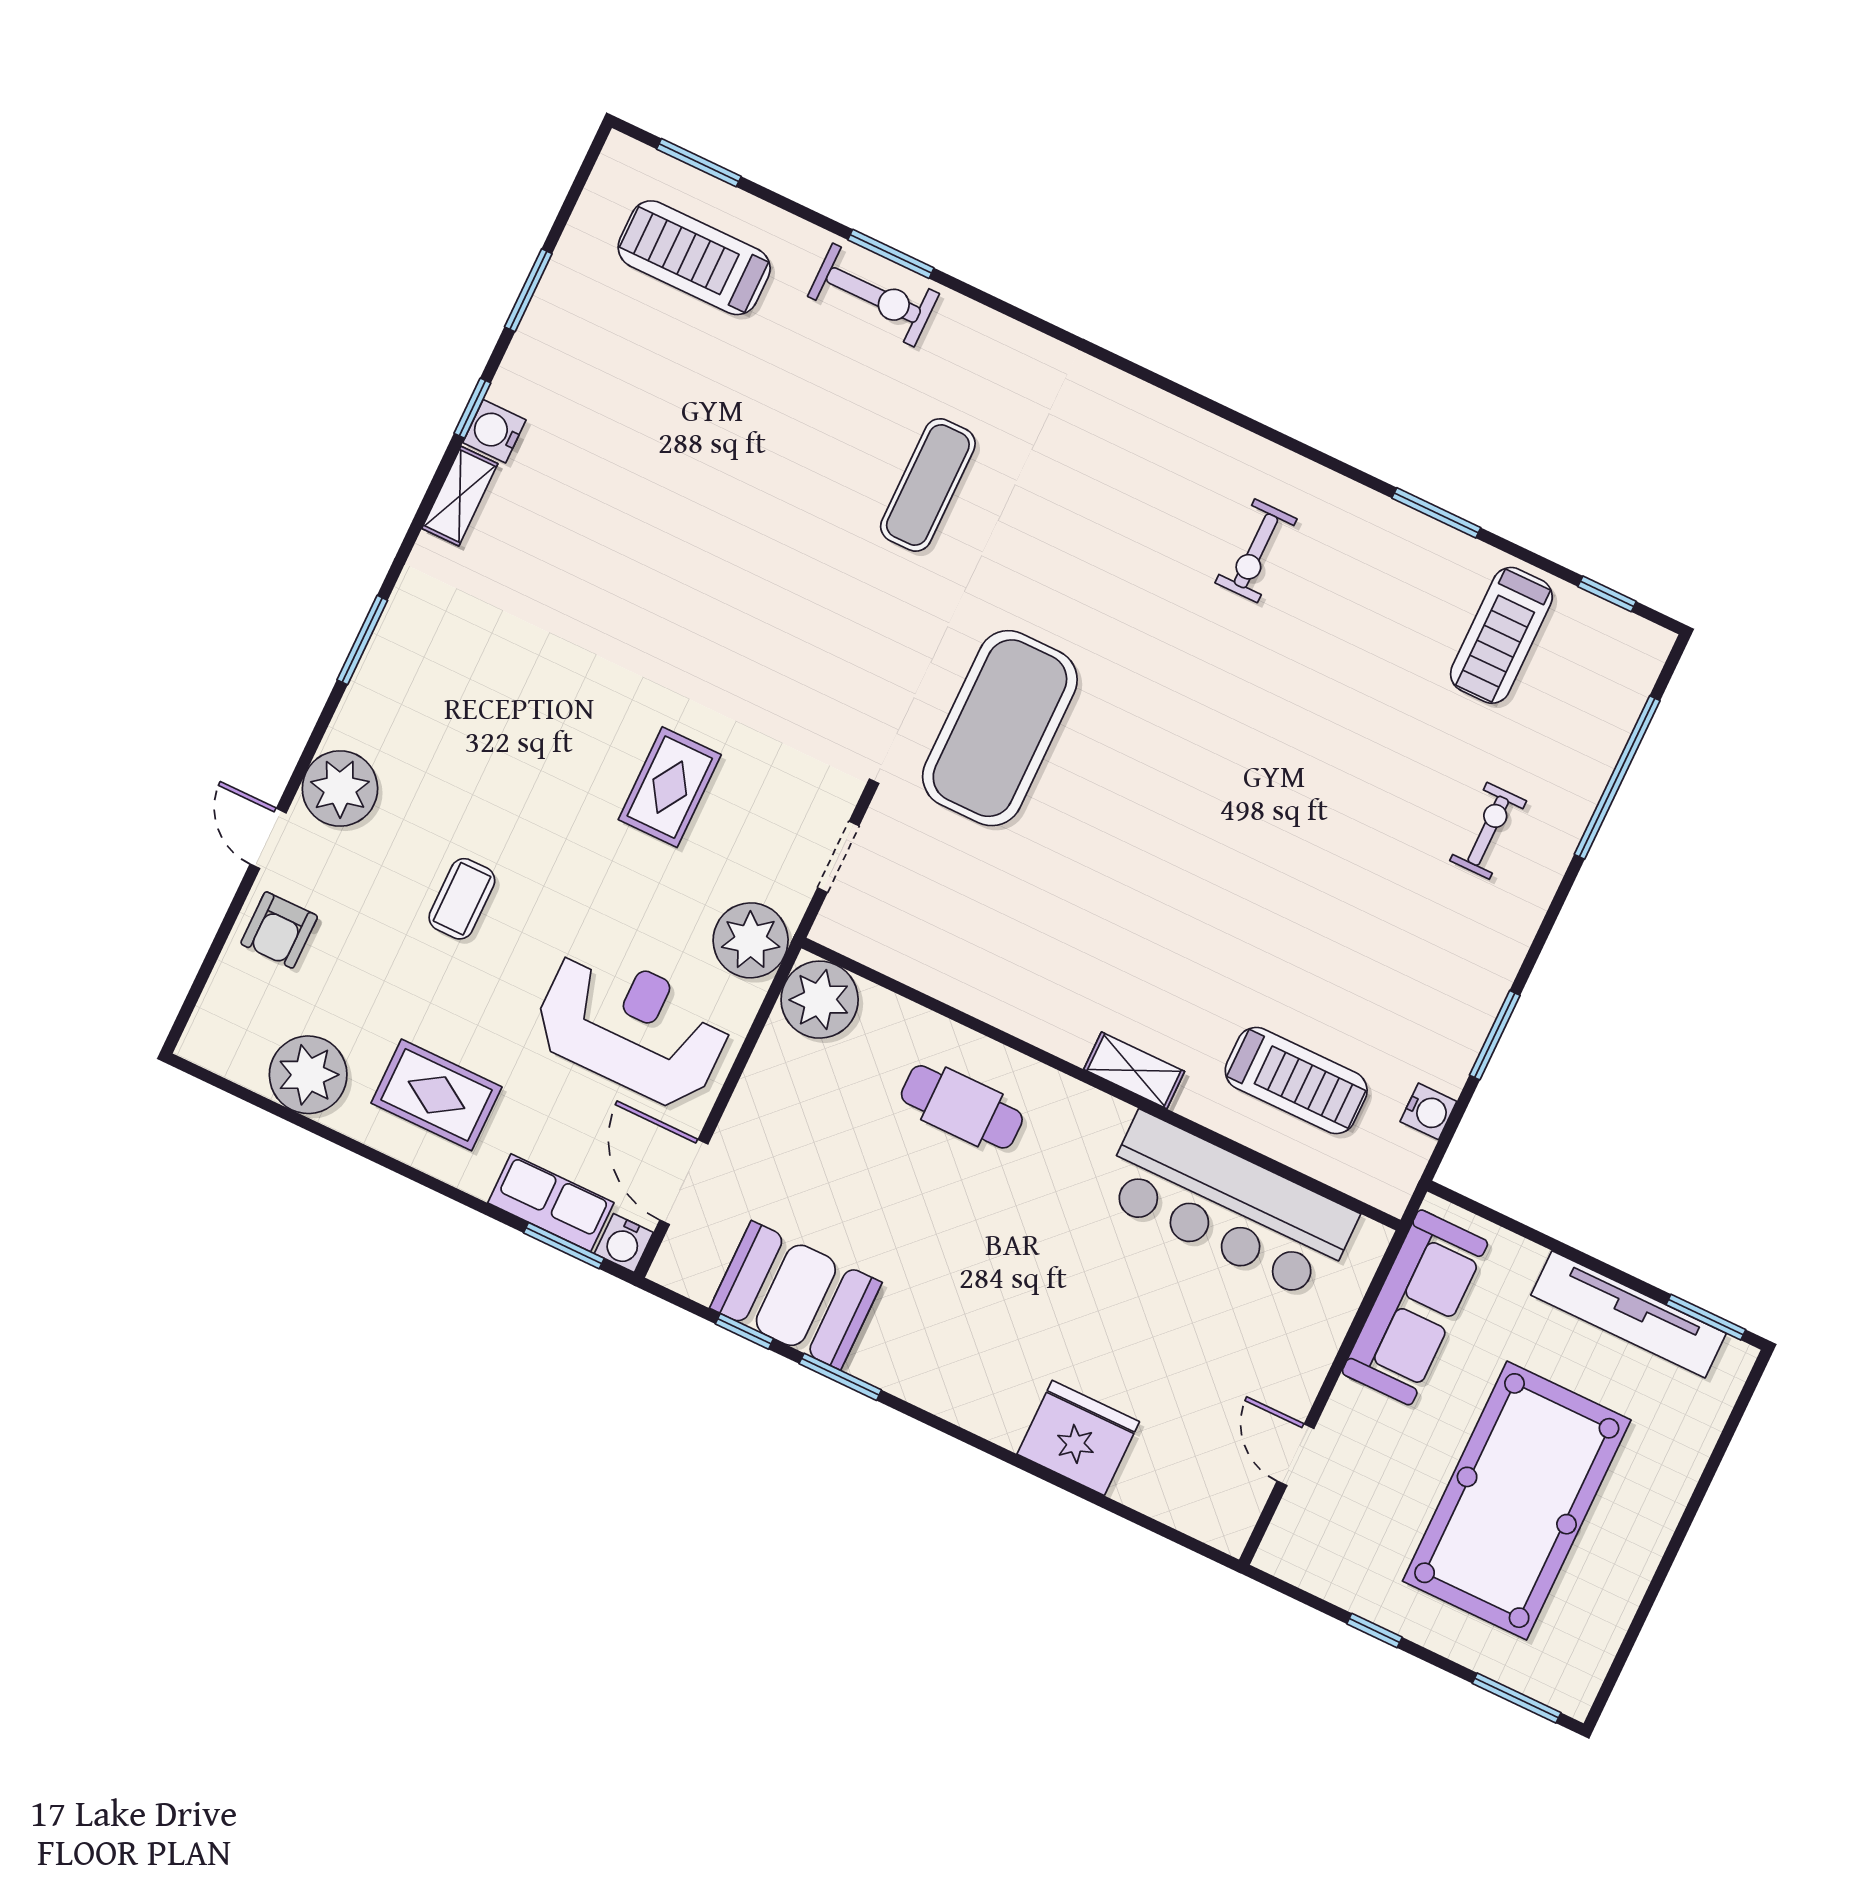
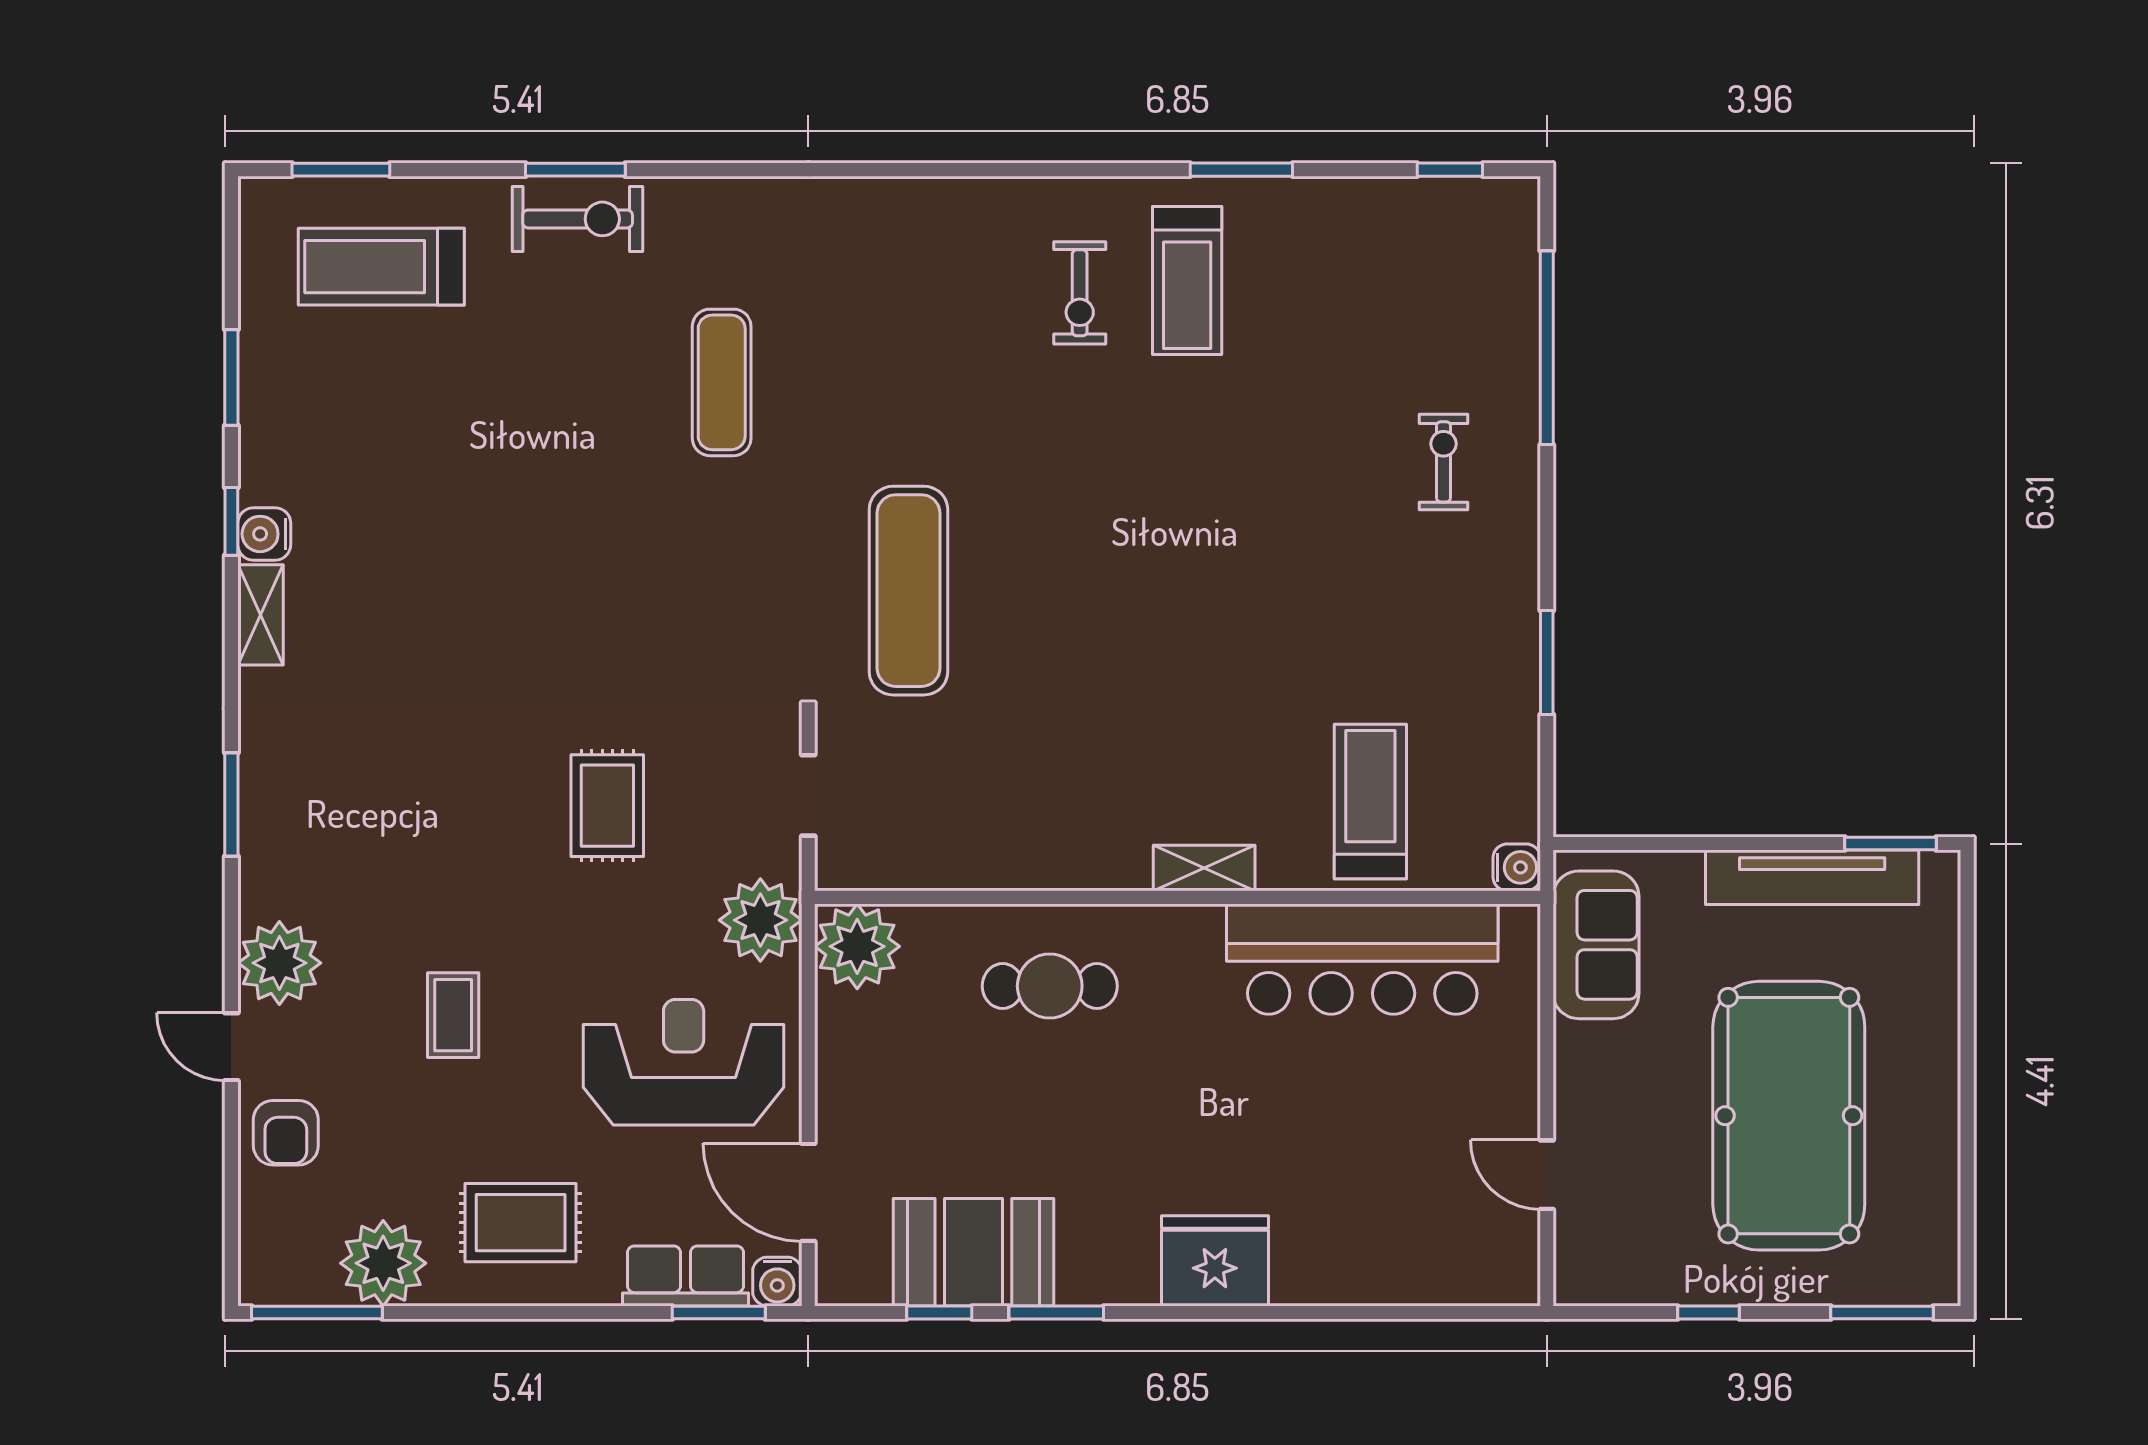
treadmill: (1501, 635) -> (1187, 280), moved
exercise mat: (1000, 728) -> (908, 591), width x0.68
treadmill: (1296, 1080) -> (1370, 802), turned -90
window: (235, 1089) -> (317, 1312), added
water cooler: (1428, 1111) -> (1517, 867), moved
sofa: (1415, 1307) -> (1596, 945), width x0.73
fridge: (1078, 1438) -> (1215, 1261), moved

